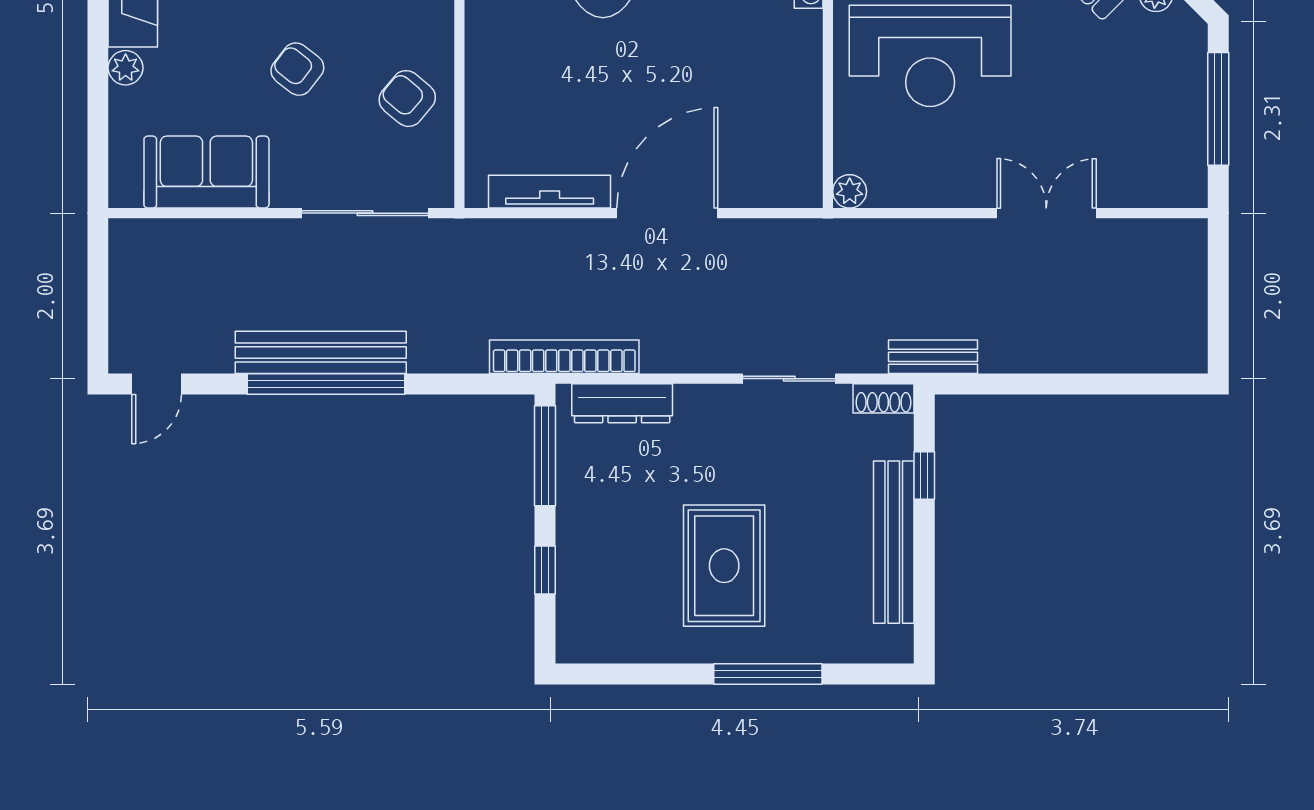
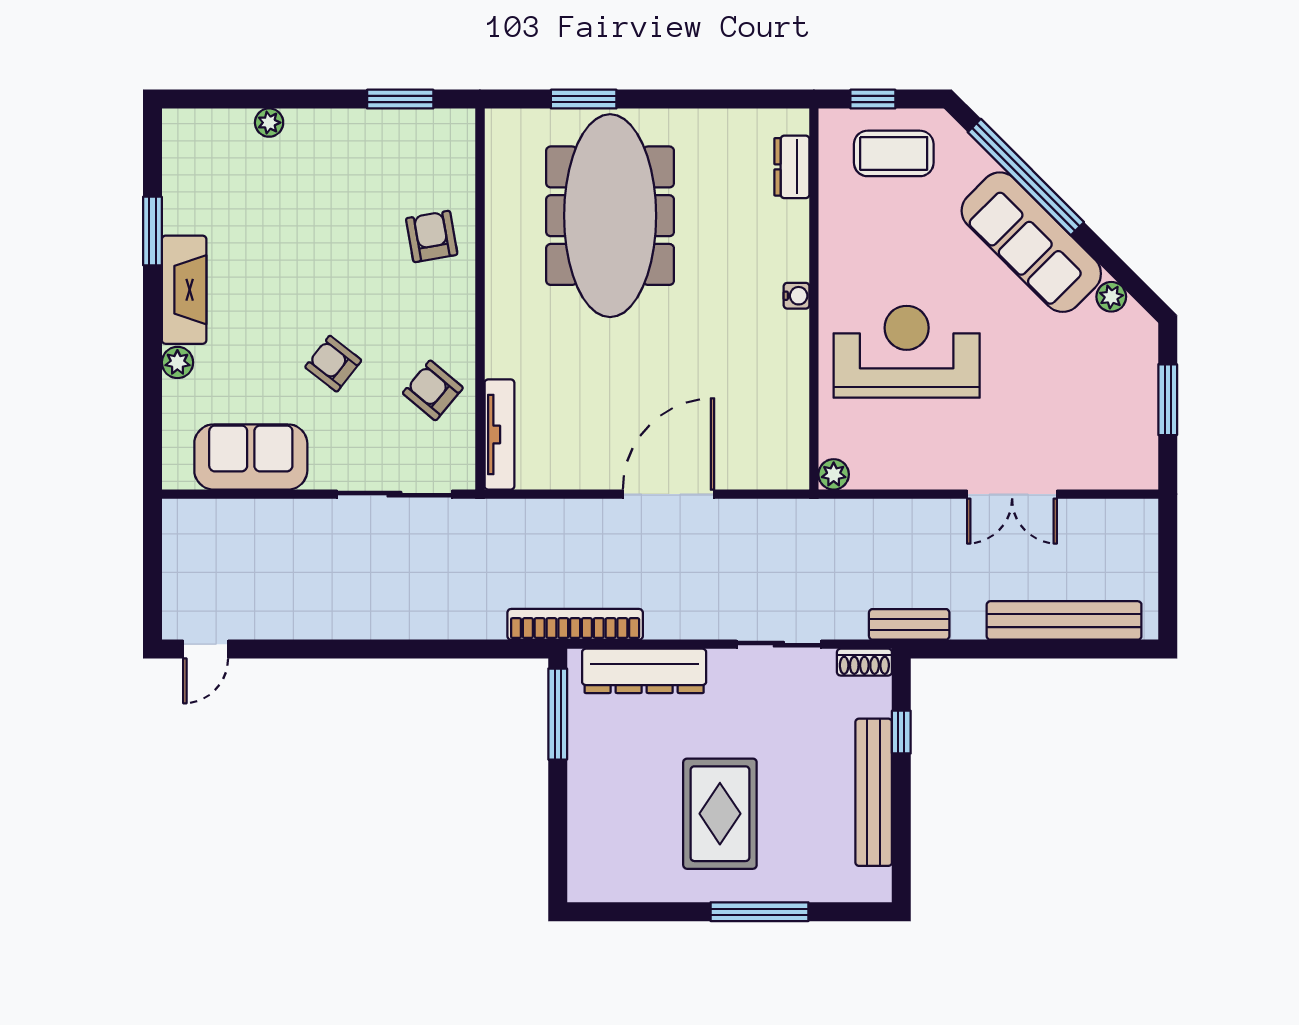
reception desk: (930, 56) -> (907, 352), turned 180
window: (1218, 109) -> (1168, 400), width x0.69
tv unit: (550, 192) -> (499, 435), moved, turned 90
double door: (1046, 213) -> (1012, 494), swing flipped
bench: (321, 352) -> (1064, 620), moved
window: (326, 384) -> (359, 649), removed
dresser: (622, 403) -> (644, 671), width x1.37, depth x1.24
window: (545, 570) -> (558, 818), removed

